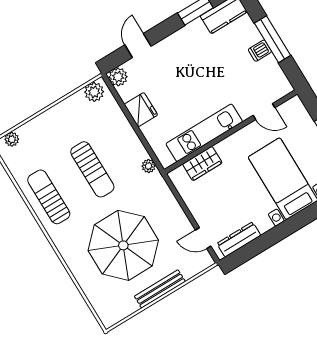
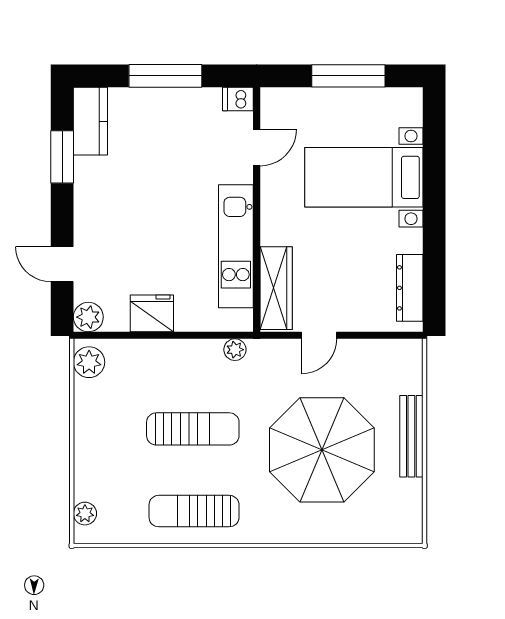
dishwasher: (260, 51) -> (238, 99), moved, turned 90
wardrobe: (202, 163) -> (276, 288), width x1.50
door: (203, 238) -> (319, 335), moved

